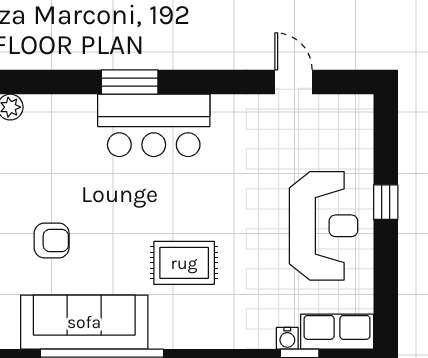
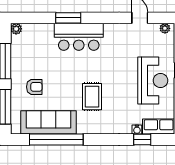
plant: (351, 106) -> (165, 28), added
rug: (184, 263) -> (92, 97), turned 90

